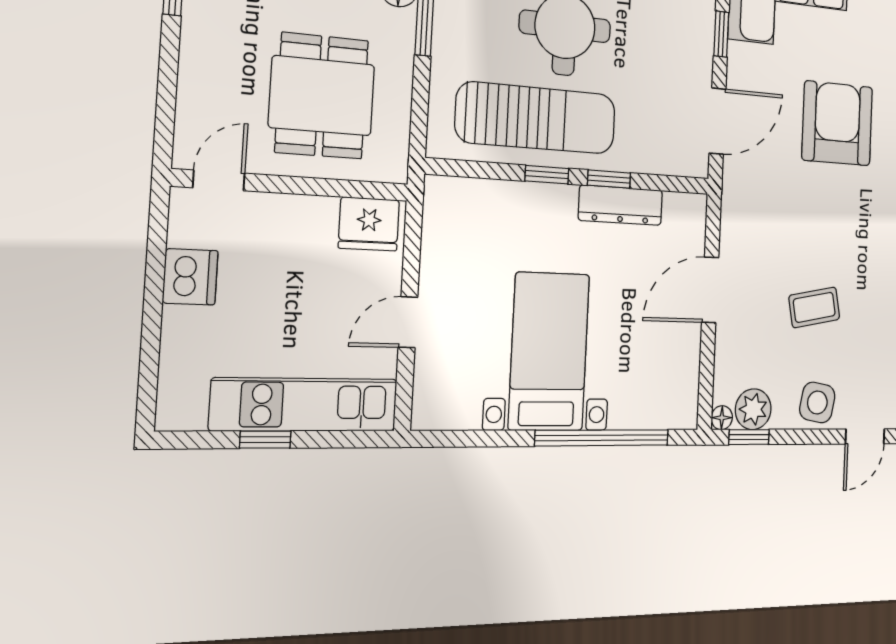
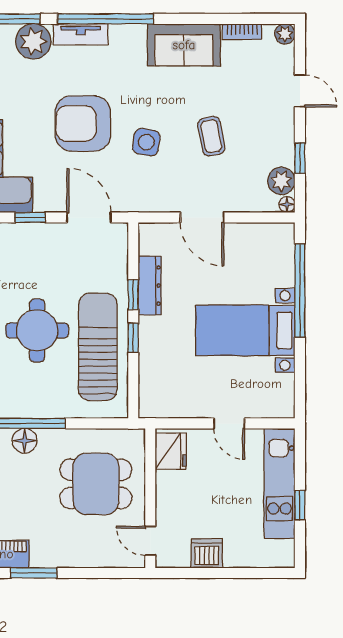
side table: (817, 402) -> (146, 142), moved
window: (749, 437) -> (300, 158), moved

